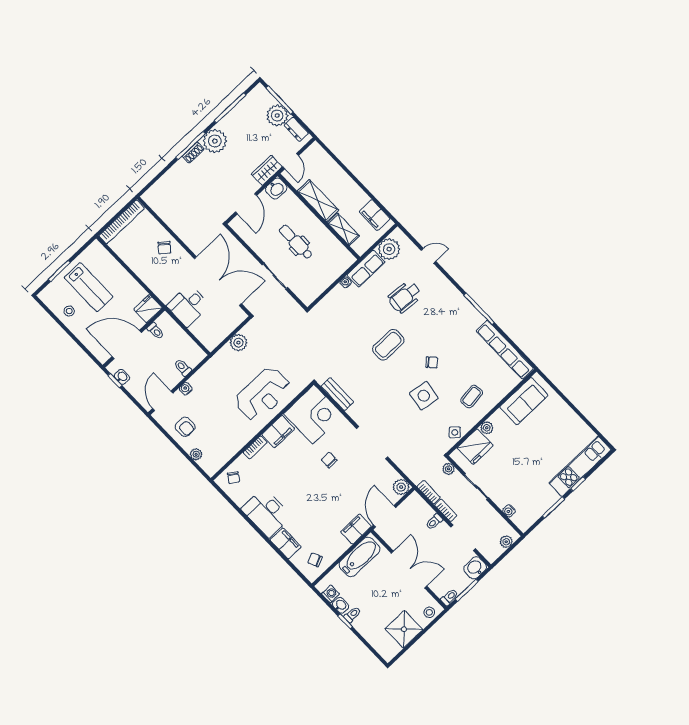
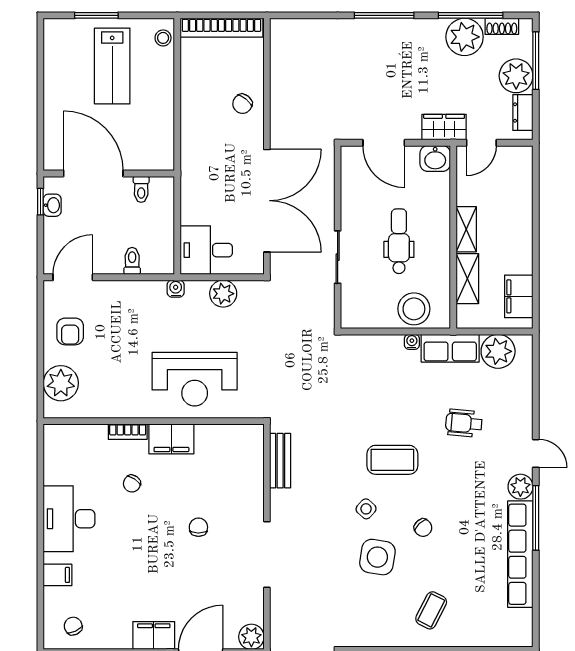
plant: (215, 141) -> (465, 37), moved
shoe rack: (193, 153) -> (502, 26), moved
shelving: (318, 201) -> (466, 229), width x0.67, depth x0.75
door: (246, 204) -> (384, 143), hinge flipped
door: (428, 256) -> (536, 453), moved
stool: (332, 266) -> (414, 309), added
wheelchair: (405, 297) -> (464, 423), width x0.73, depth x0.73
plant: (458, 301) -> (520, 487), added
desk: (188, 306) -> (206, 250), moved
fridge: (148, 309) -> (157, 156), removed
stool: (69, 311) -> (163, 38), moved
row of seats: (505, 350) -> (520, 554), moved
water cooler: (186, 389) -> (176, 289), moved
coffee table: (472, 397) -> (431, 610), turned -56
corner desk: (313, 414) -> (230, 458), removed
side table: (455, 432) -> (366, 509), moved
plant: (196, 454) -> (61, 383), width x1.88, depth x1.88
chair: (233, 478) -> (132, 484), moved
filing cabinet: (286, 543) -> (57, 575), width x0.50

